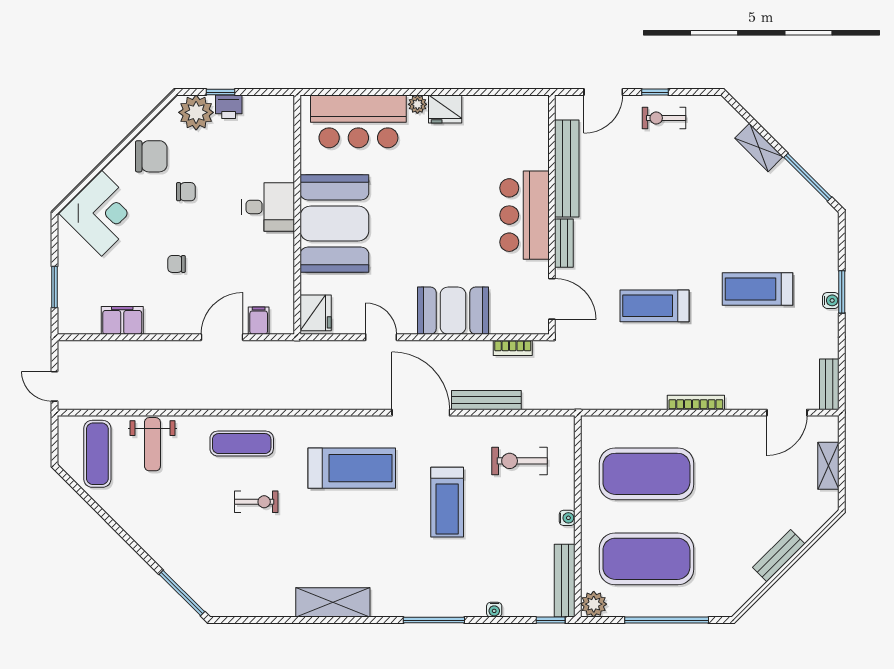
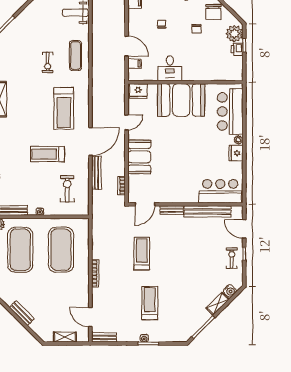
water cooler: (732, 122) -> (230, 291), added
desk: (268, 207) -> (170, 68), moved
bar counter: (524, 215) -> (220, 191), moved

